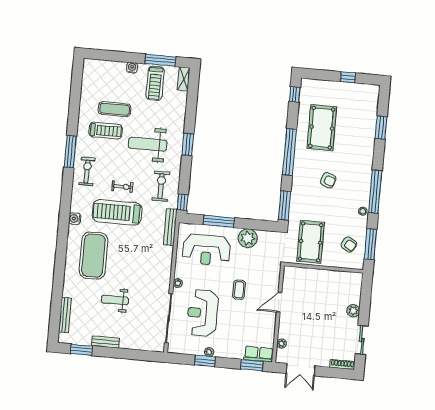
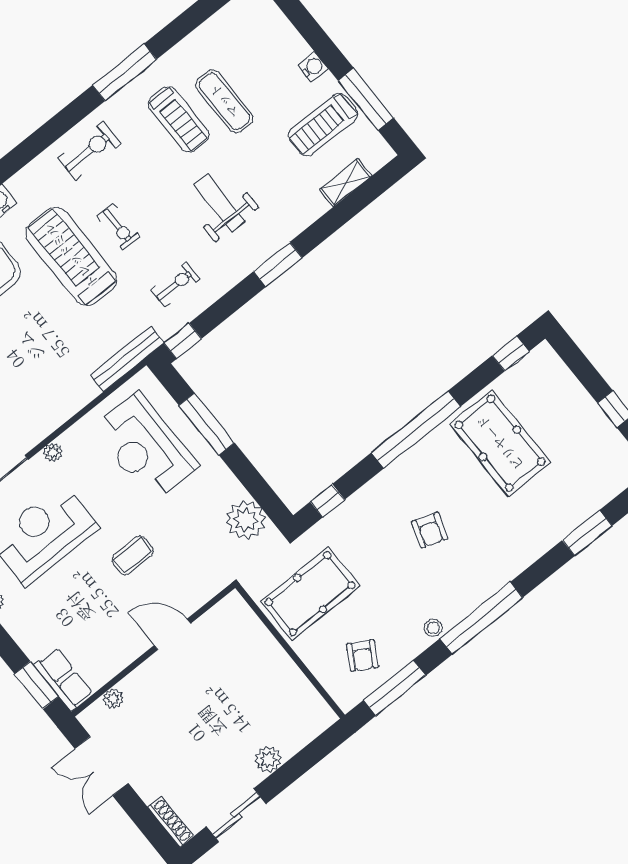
shelving: (184, 79) -> (346, 183), moved
pool table: (322, 128) -> (500, 443), turned 90
weight bench: (148, 144) -> (220, 203), width x0.73, depth x0.75
window: (70, 152) -> (124, 72), moved
exercise bike: (161, 186) -> (175, 285), width x0.73, depth x0.72
window: (285, 205) -> (327, 501), width x0.46
plant: (248, 238) -> (246, 520), moved

